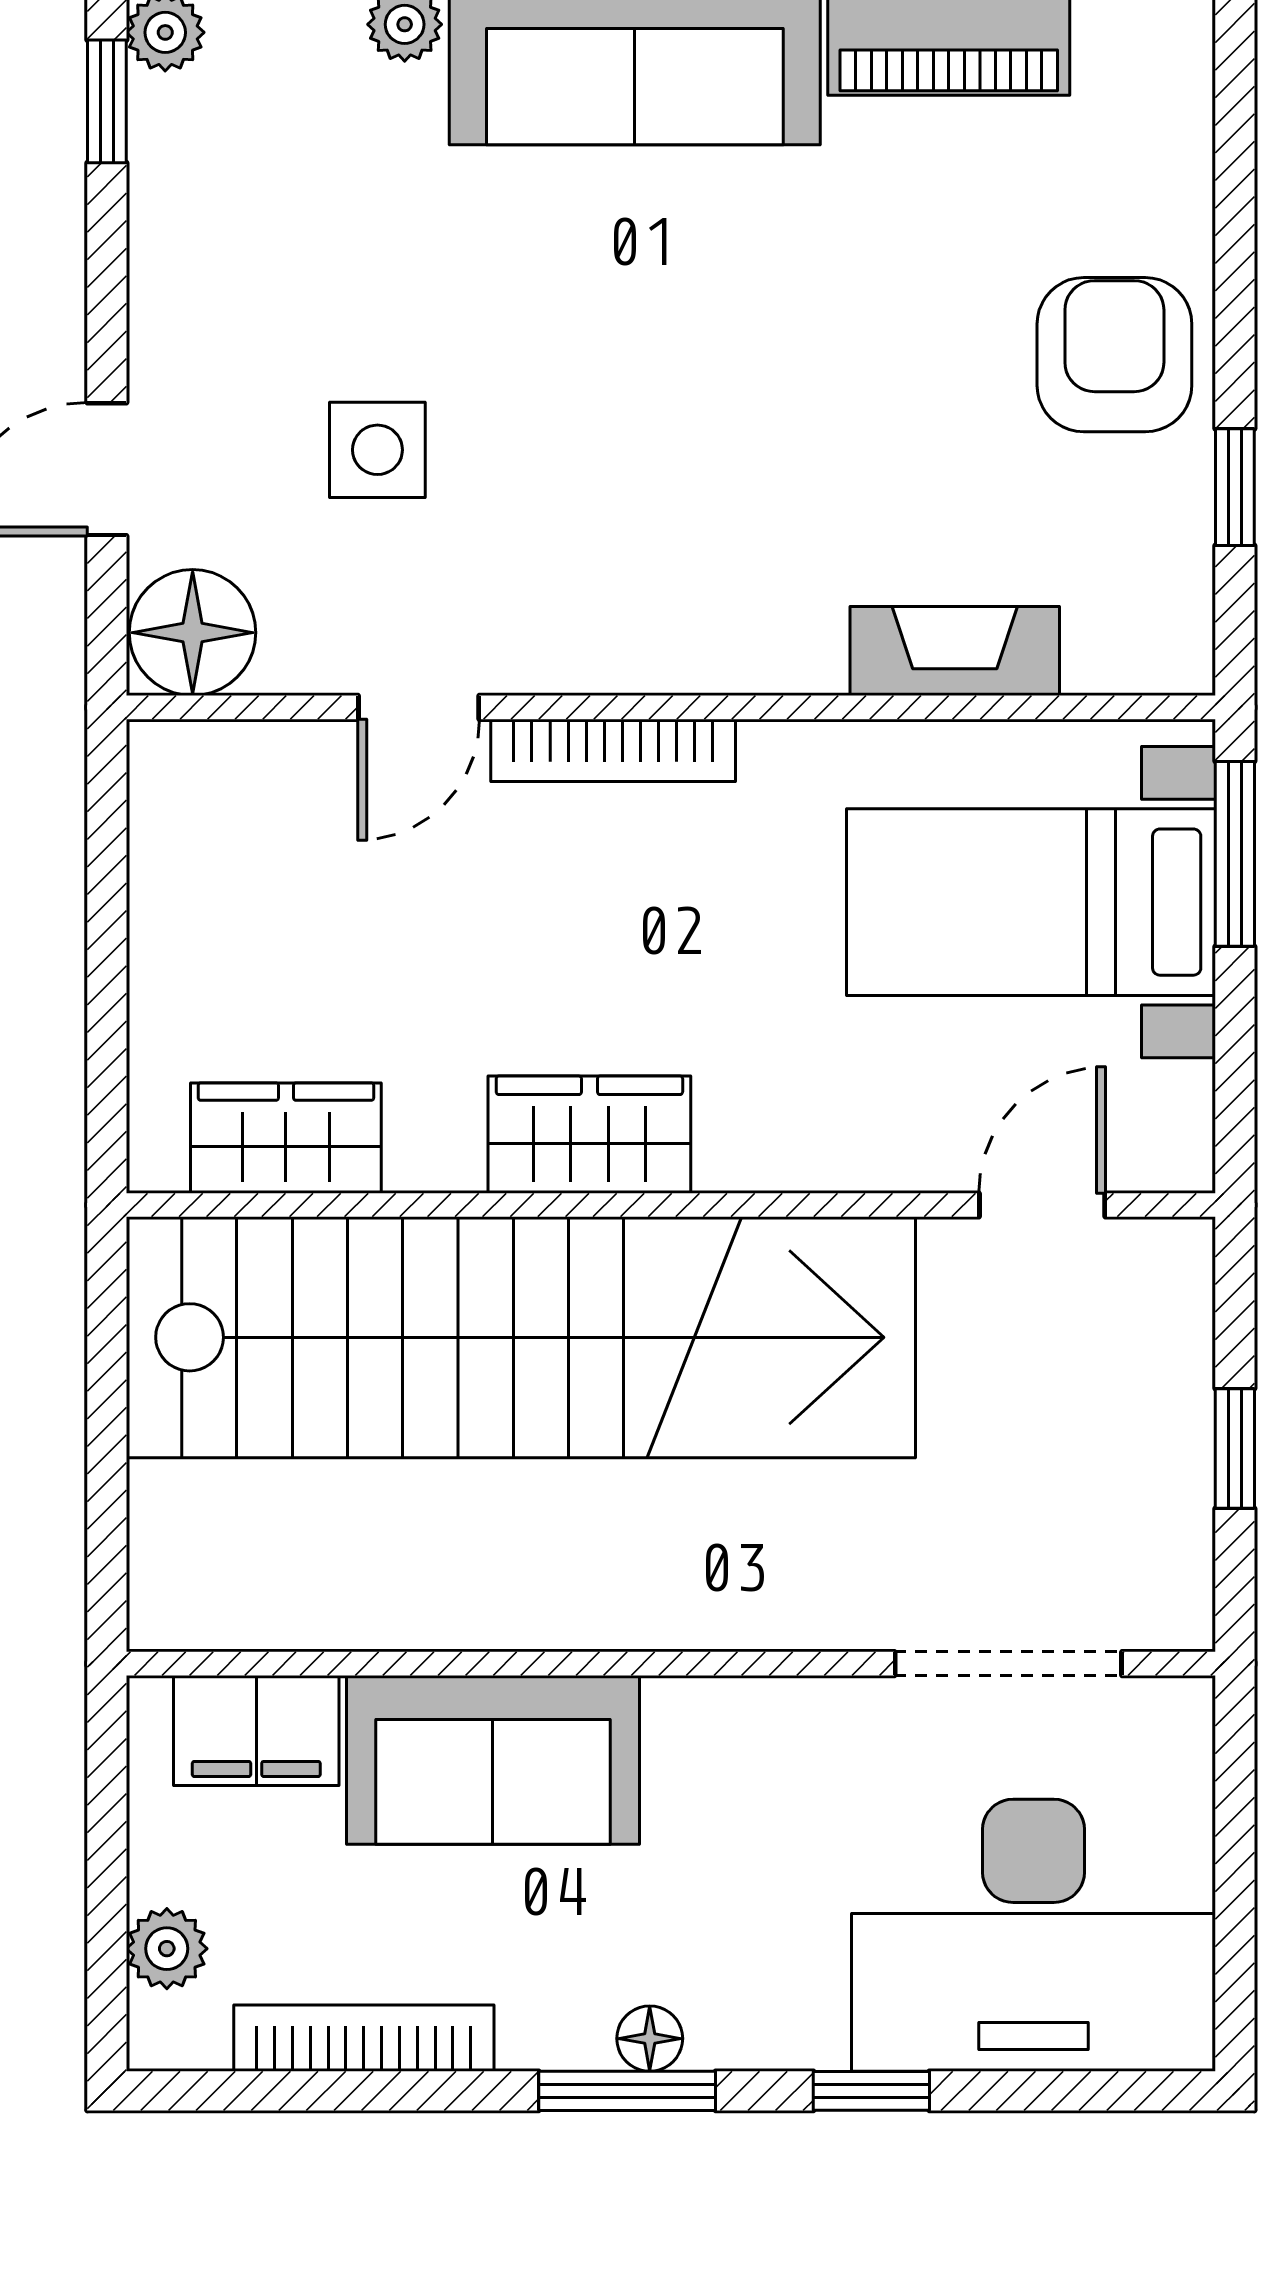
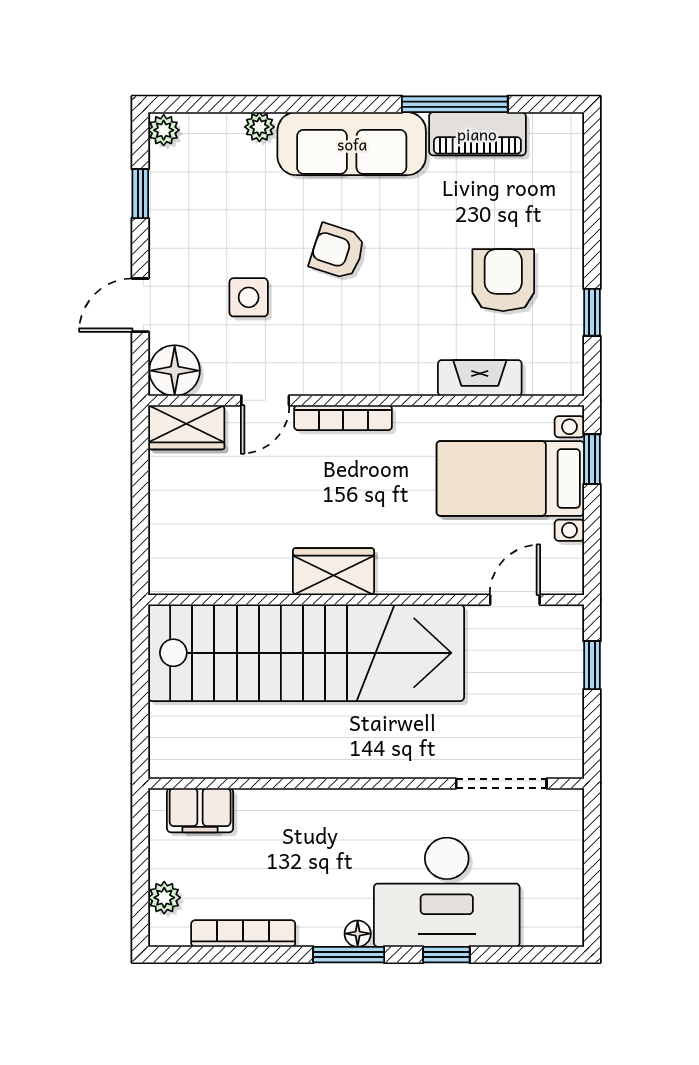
window: (107, 101) -> (140, 194), moved
armchair: (599, 335) -> (337, 251), added
armchair: (1114, 355) -> (503, 280), moved
window: (1235, 854) -> (592, 459), width x0.67
wardrobe: (286, 1138) -> (186, 427), moved, turned 180
window: (1235, 1449) -> (592, 665), moved
sofa: (493, 1760) -> (295, 822), removed
desk: (1034, 1935) -> (447, 892), moved

